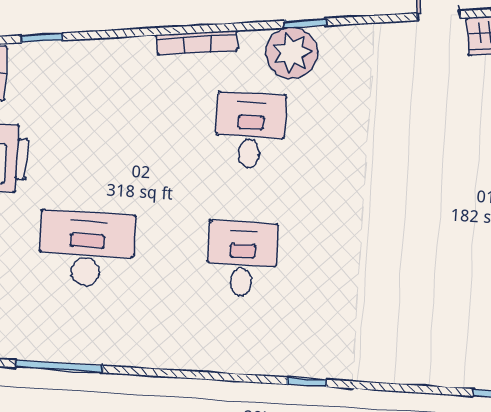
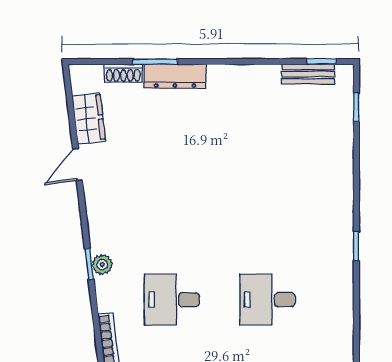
plant: (292, 53) -> (102, 265), width x0.53, depth x0.53

